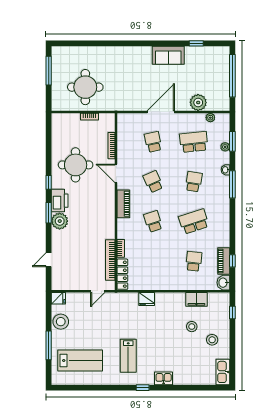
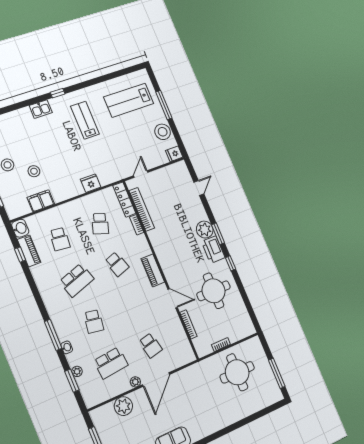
plant: (210, 118) -> (135, 382), moved
school desk: (153, 182) -> (100, 224), moved, turned 42

